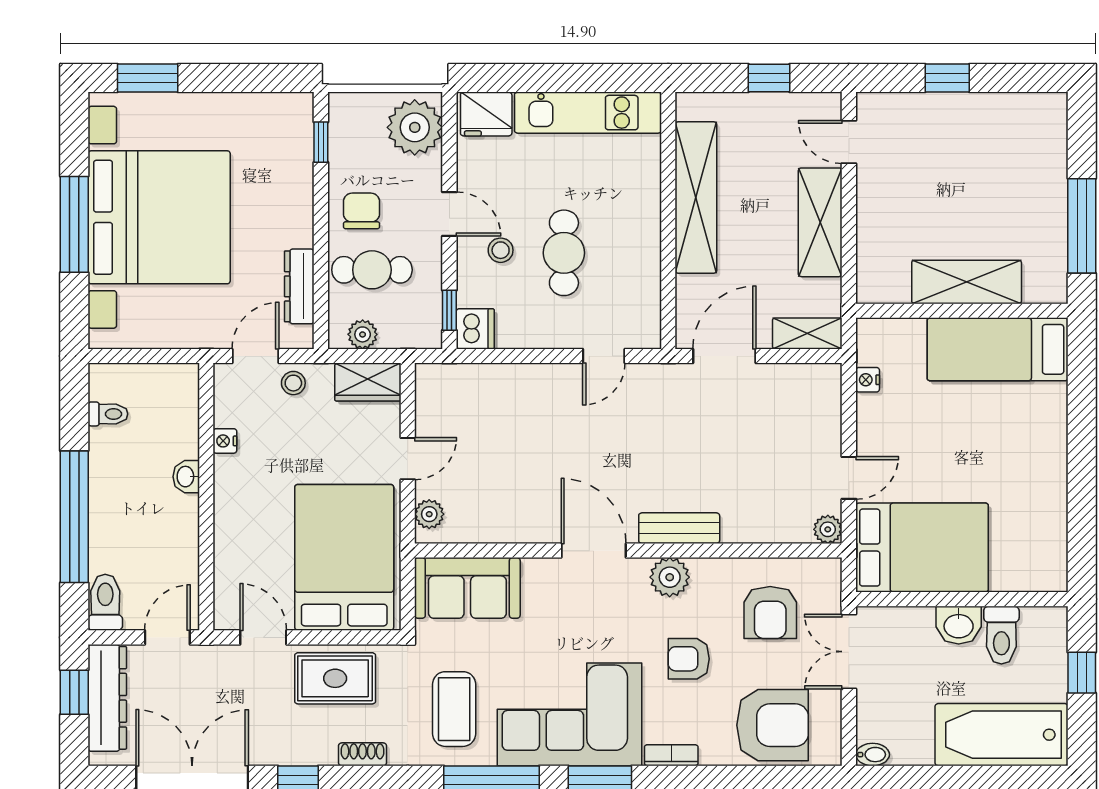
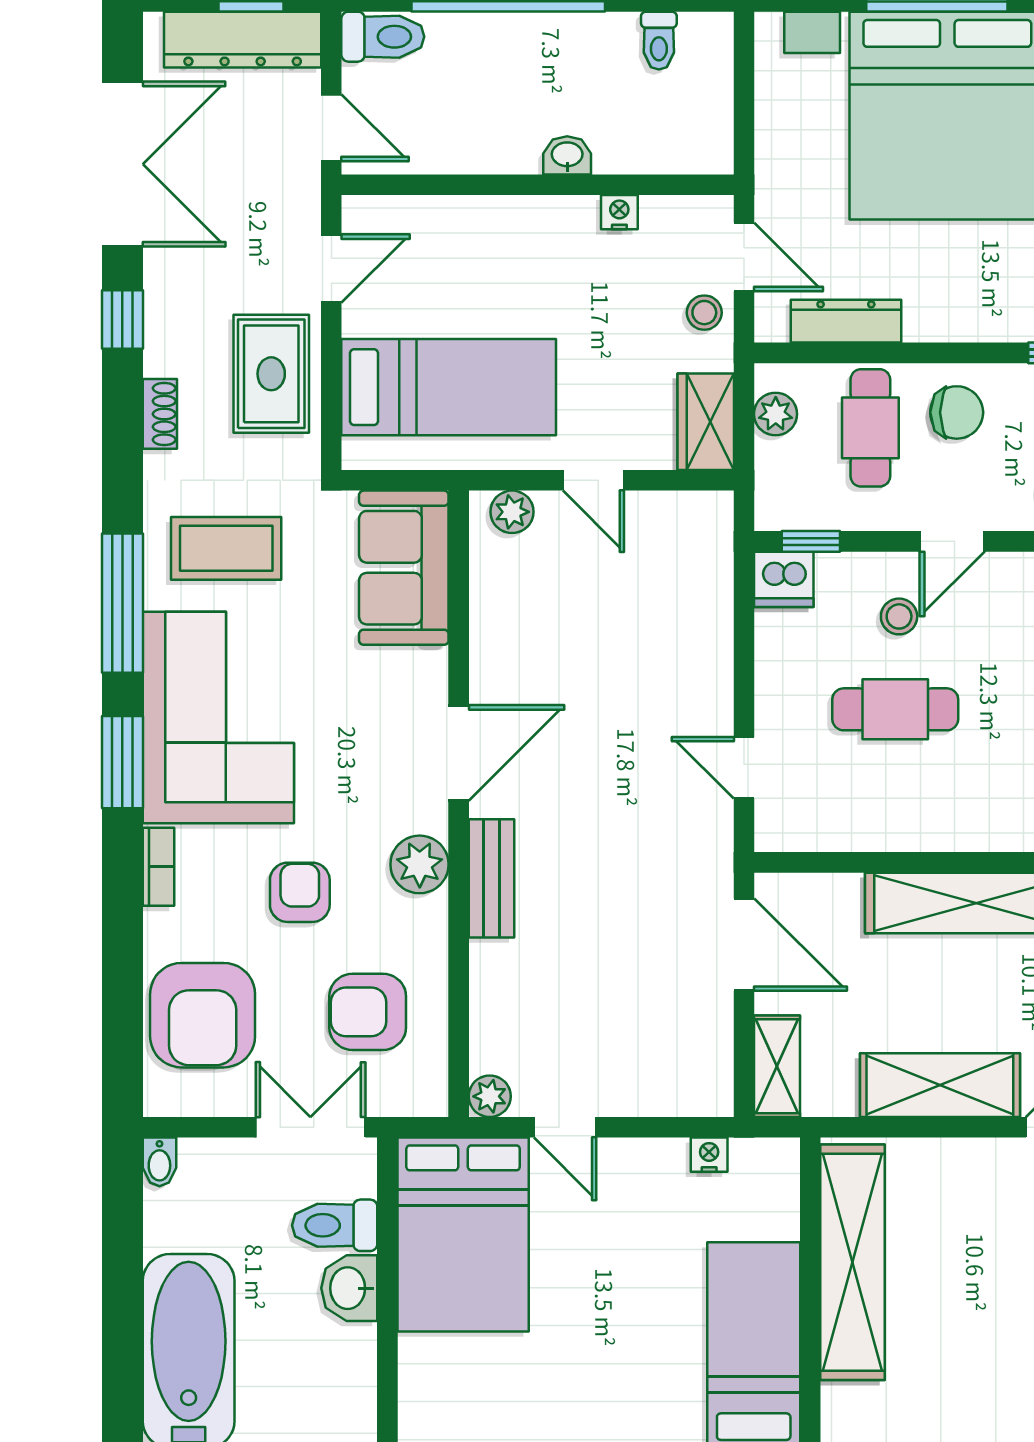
shelving: (967, 282) -> (853, 1262), width x1.47
bed: (344, 557) -> (449, 387), width x0.67
toilet: (1001, 635) -> (335, 1225), moved

